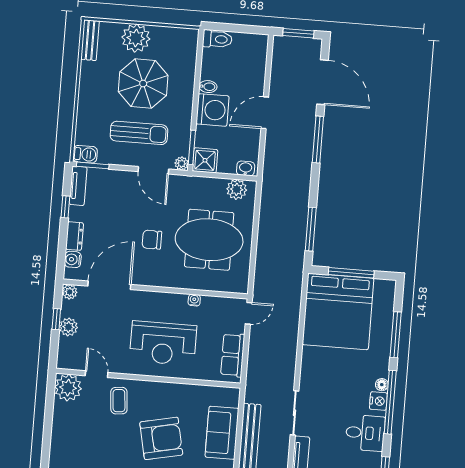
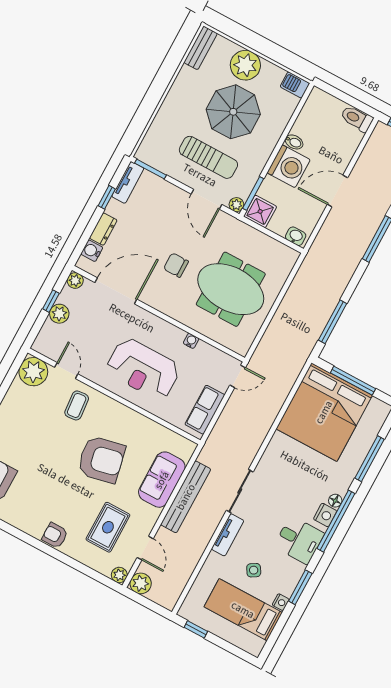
toilet: (217, 39) -> (357, 119), moved, turned 180
barbecue: (85, 154) -> (295, 85), moved, turned 180
plant: (237, 189) -> (278, 253), removed

